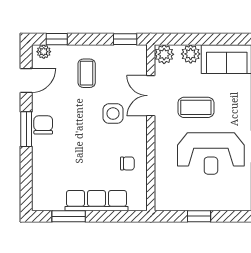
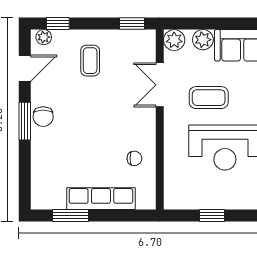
side table: (113, 114) -> (119, 104), removed
chair: (43, 125) -> (43, 117), turned 180

